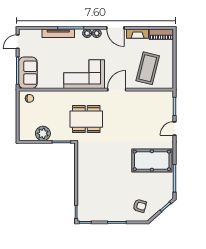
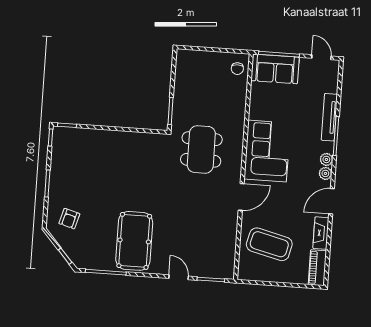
door: (117, 90) -> (241, 197), hinge flipped
plant: (43, 133) -> (185, 85), removed

